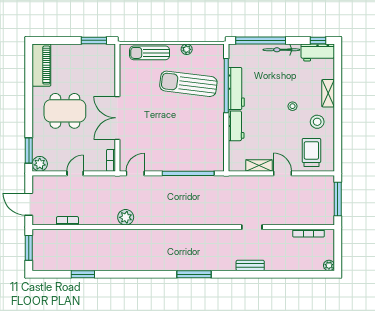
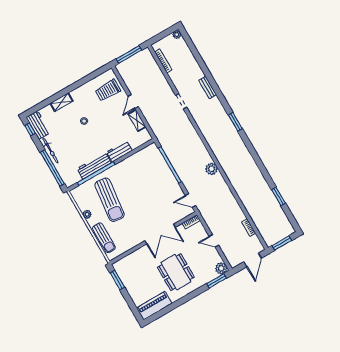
stool: (317, 122) -> (85, 98), removed
plant: (126, 217) -> (212, 169), moved
window: (194, 274) -> (235, 122), width x0.69

